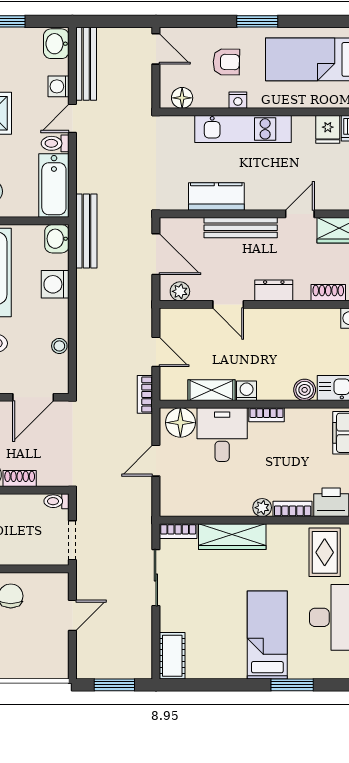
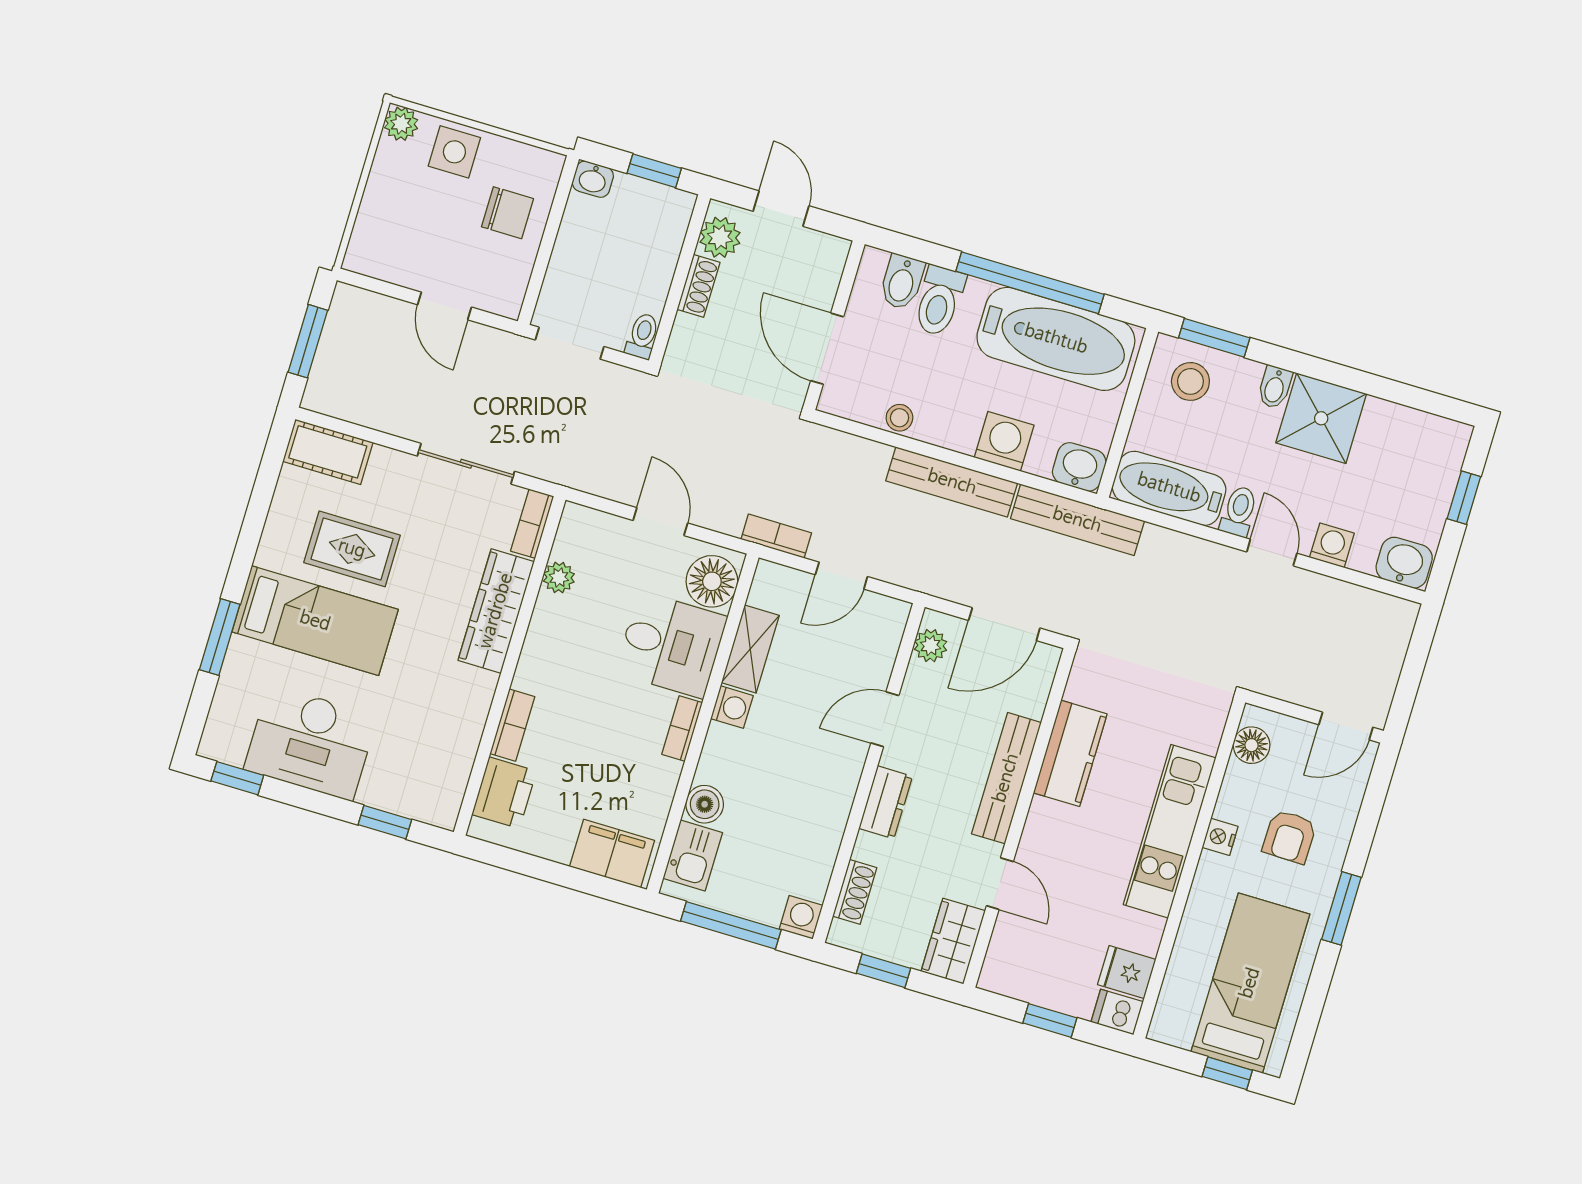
bench: (86, 64) -> (952, 482), moved
plant: (262, 508) -> (559, 578), moved
rug: (325, 552) -> (352, 549), moved

